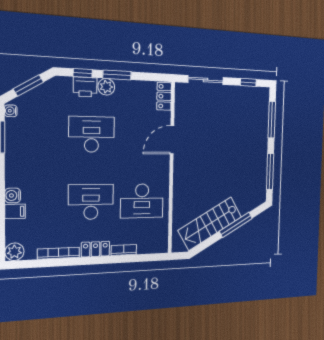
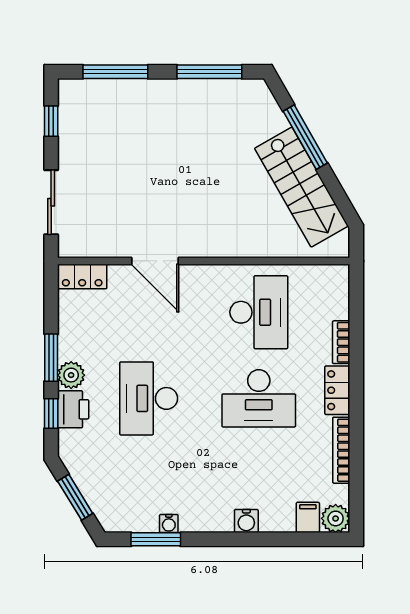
water cooler: (11, 111) -> (169, 523), moved
desk: (91, 202) -> (259, 398), turned -90
filing cabinet: (15, 211) -> (308, 517), moved

